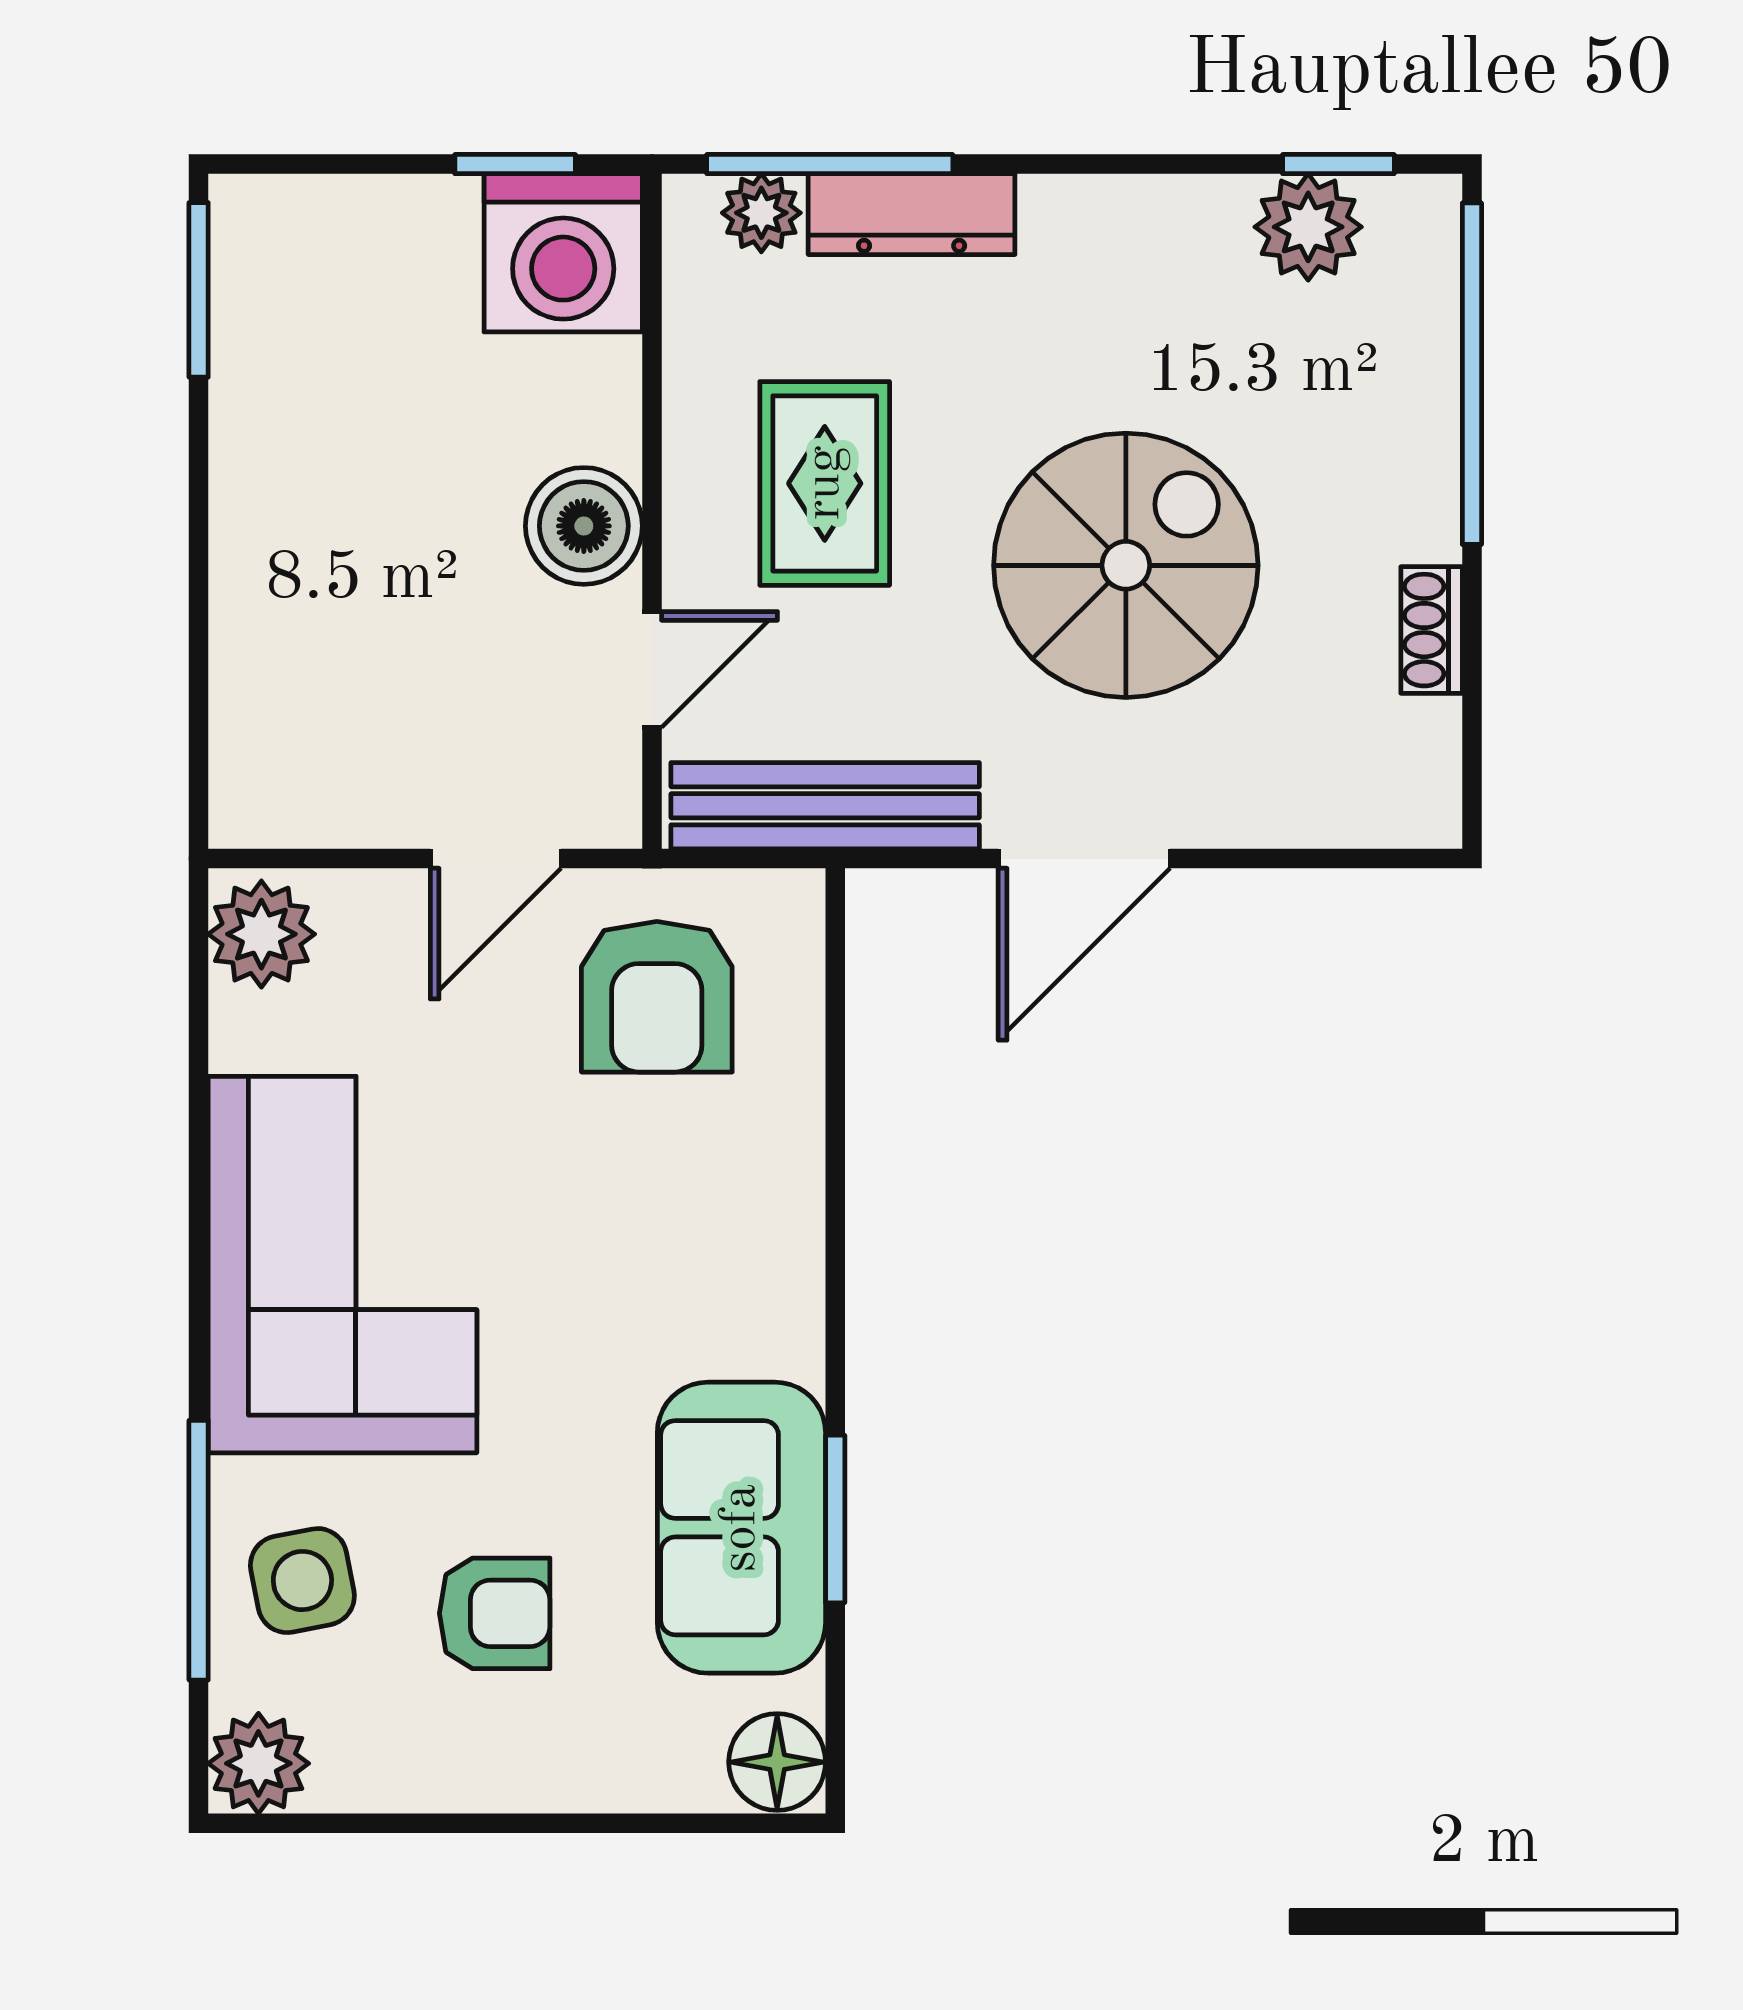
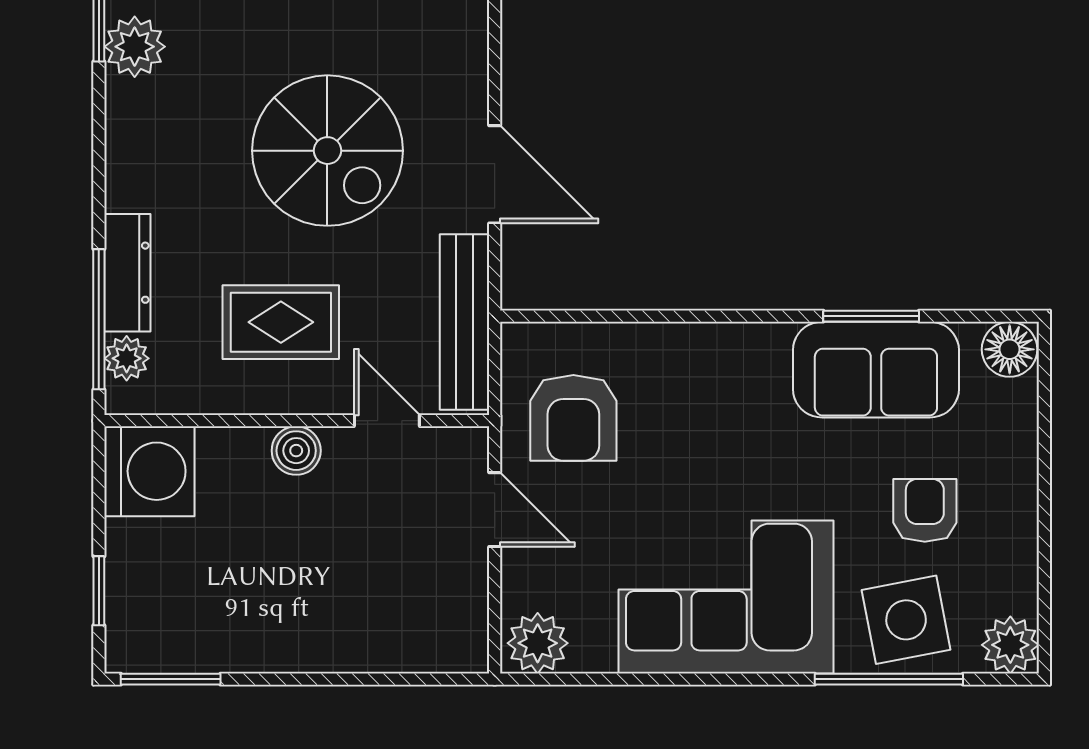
window: (515, 164) -> (99, 591), moved
boiler: (584, 526) -> (296, 451), width x0.73, depth x0.73
spiral stairs: (1126, 565) -> (327, 151), turned 180
armchair: (657, 997) -> (573, 418), turned 90
side table: (302, 1581) -> (906, 620), width x1.37, depth x1.37

